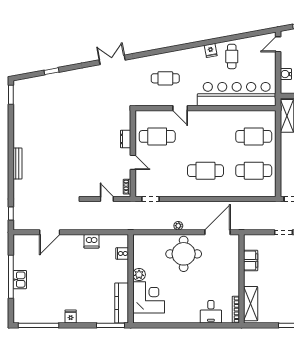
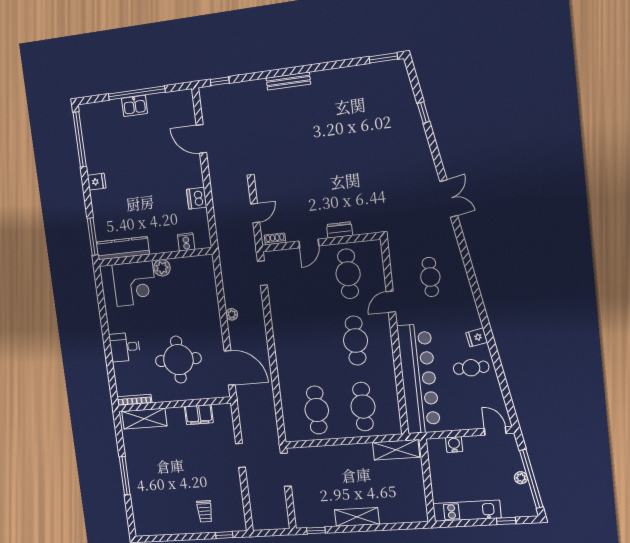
cafe table: (205, 171) -> (356, 341), moved
round table: (184, 254) -> (178, 360), moved
desk: (211, 312) -> (125, 347), moved

